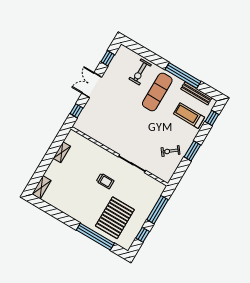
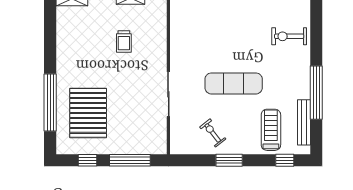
exercise mat: (157, 92) -> (234, 83), moved
trolley: (105, 181) -> (124, 42), moved
pallet: (115, 218) -> (88, 113), turned 90

